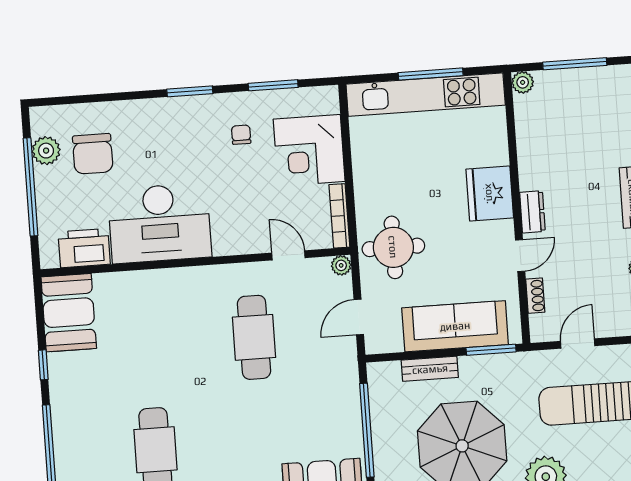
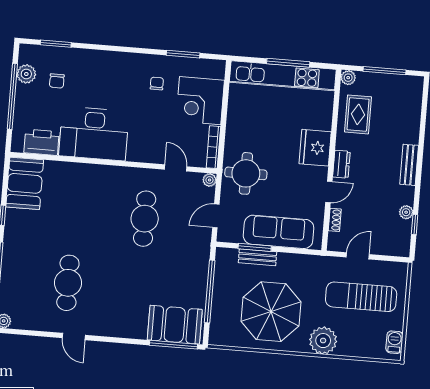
window: (190, 91) -> (56, 44), moved
rug: (546, 134) -> (358, 114), added
chair: (93, 154) -> (57, 81), width x0.54, depth x0.54
window: (491, 350) -> (255, 247), moved

